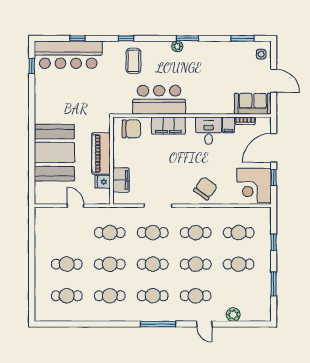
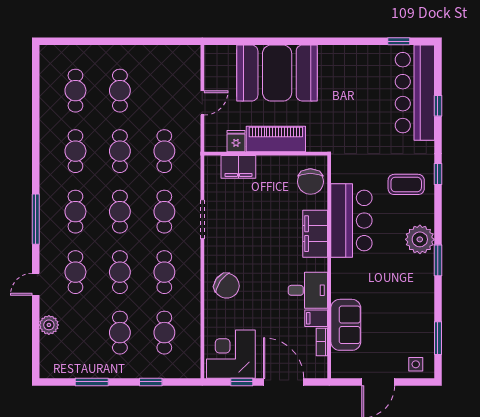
plant: (177, 46) -> (420, 239), width x1.88, depth x1.88
sofa: (253, 104) -> (346, 325), moved

